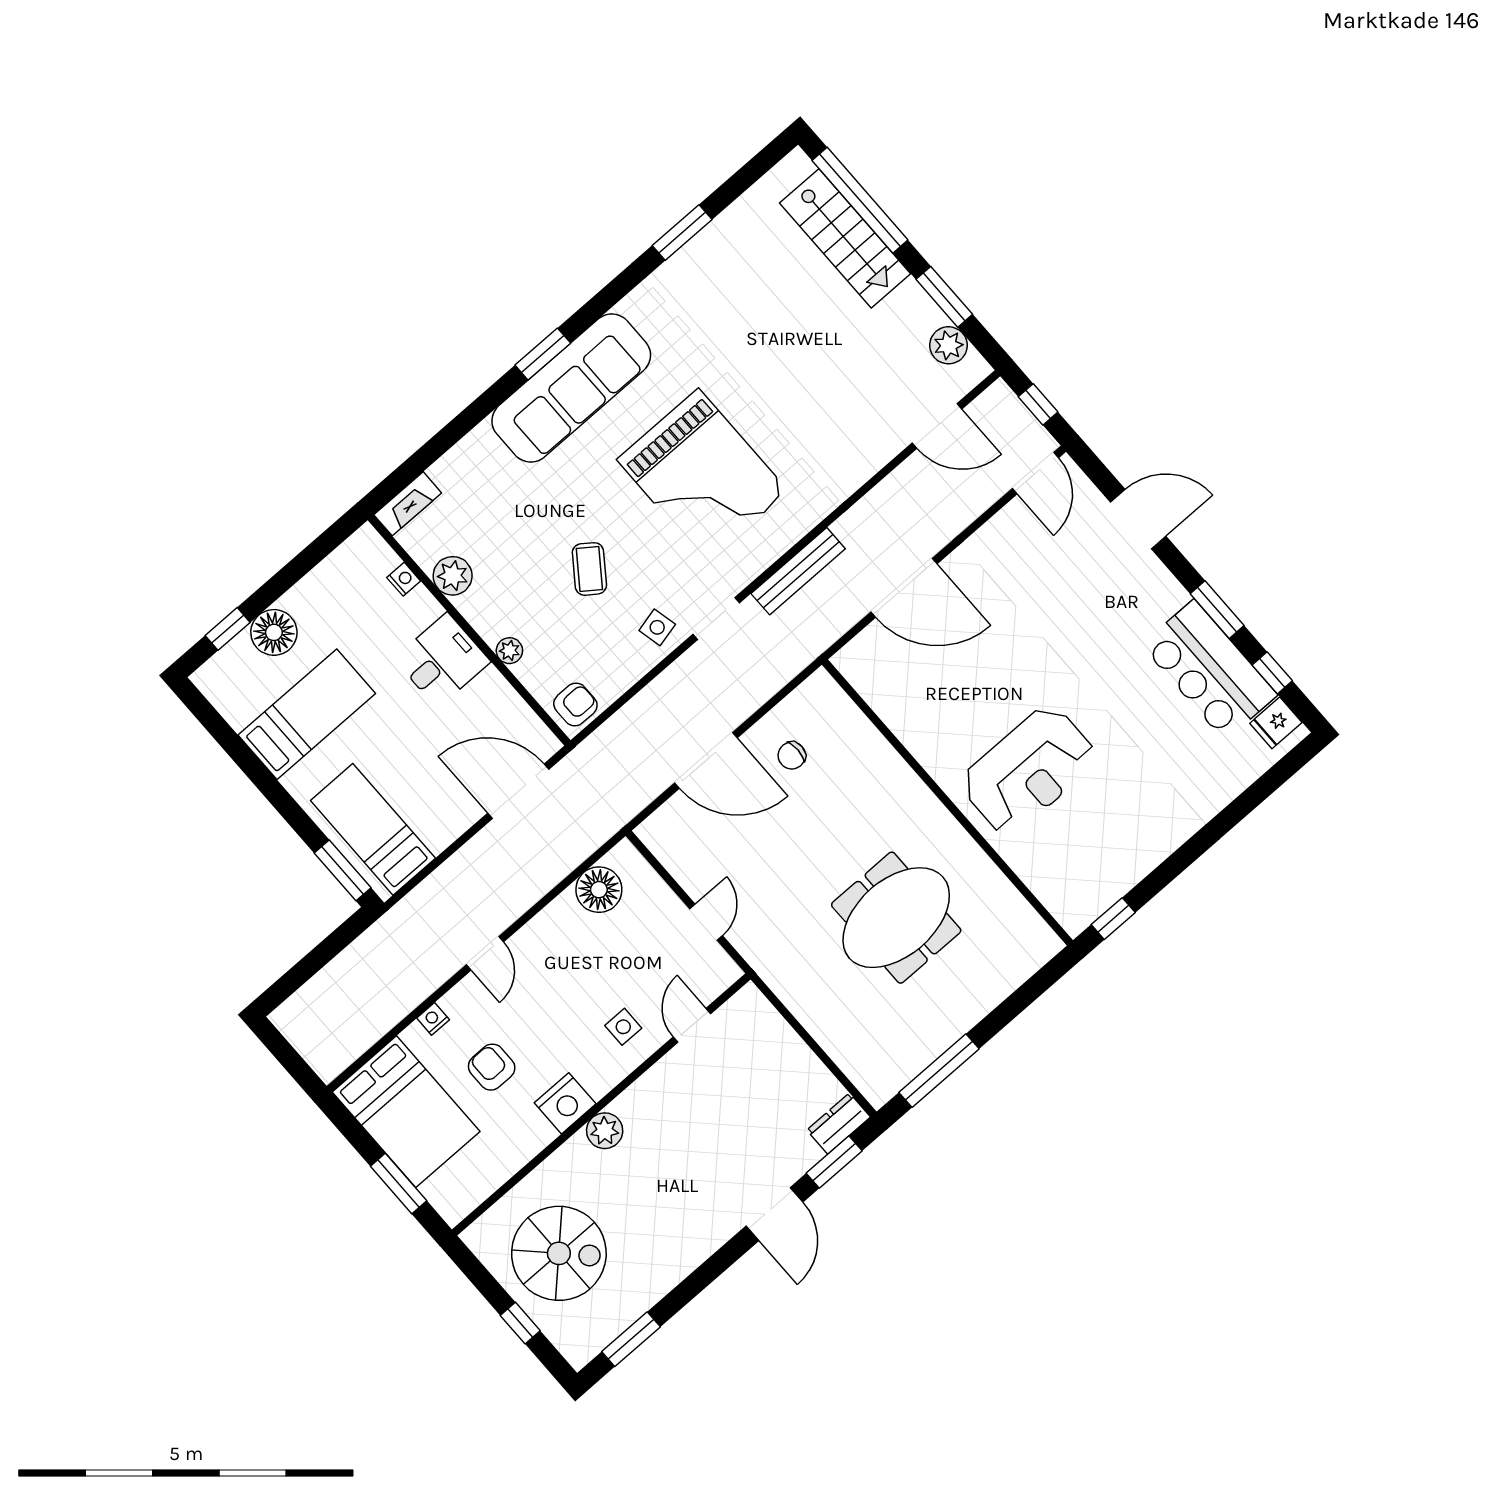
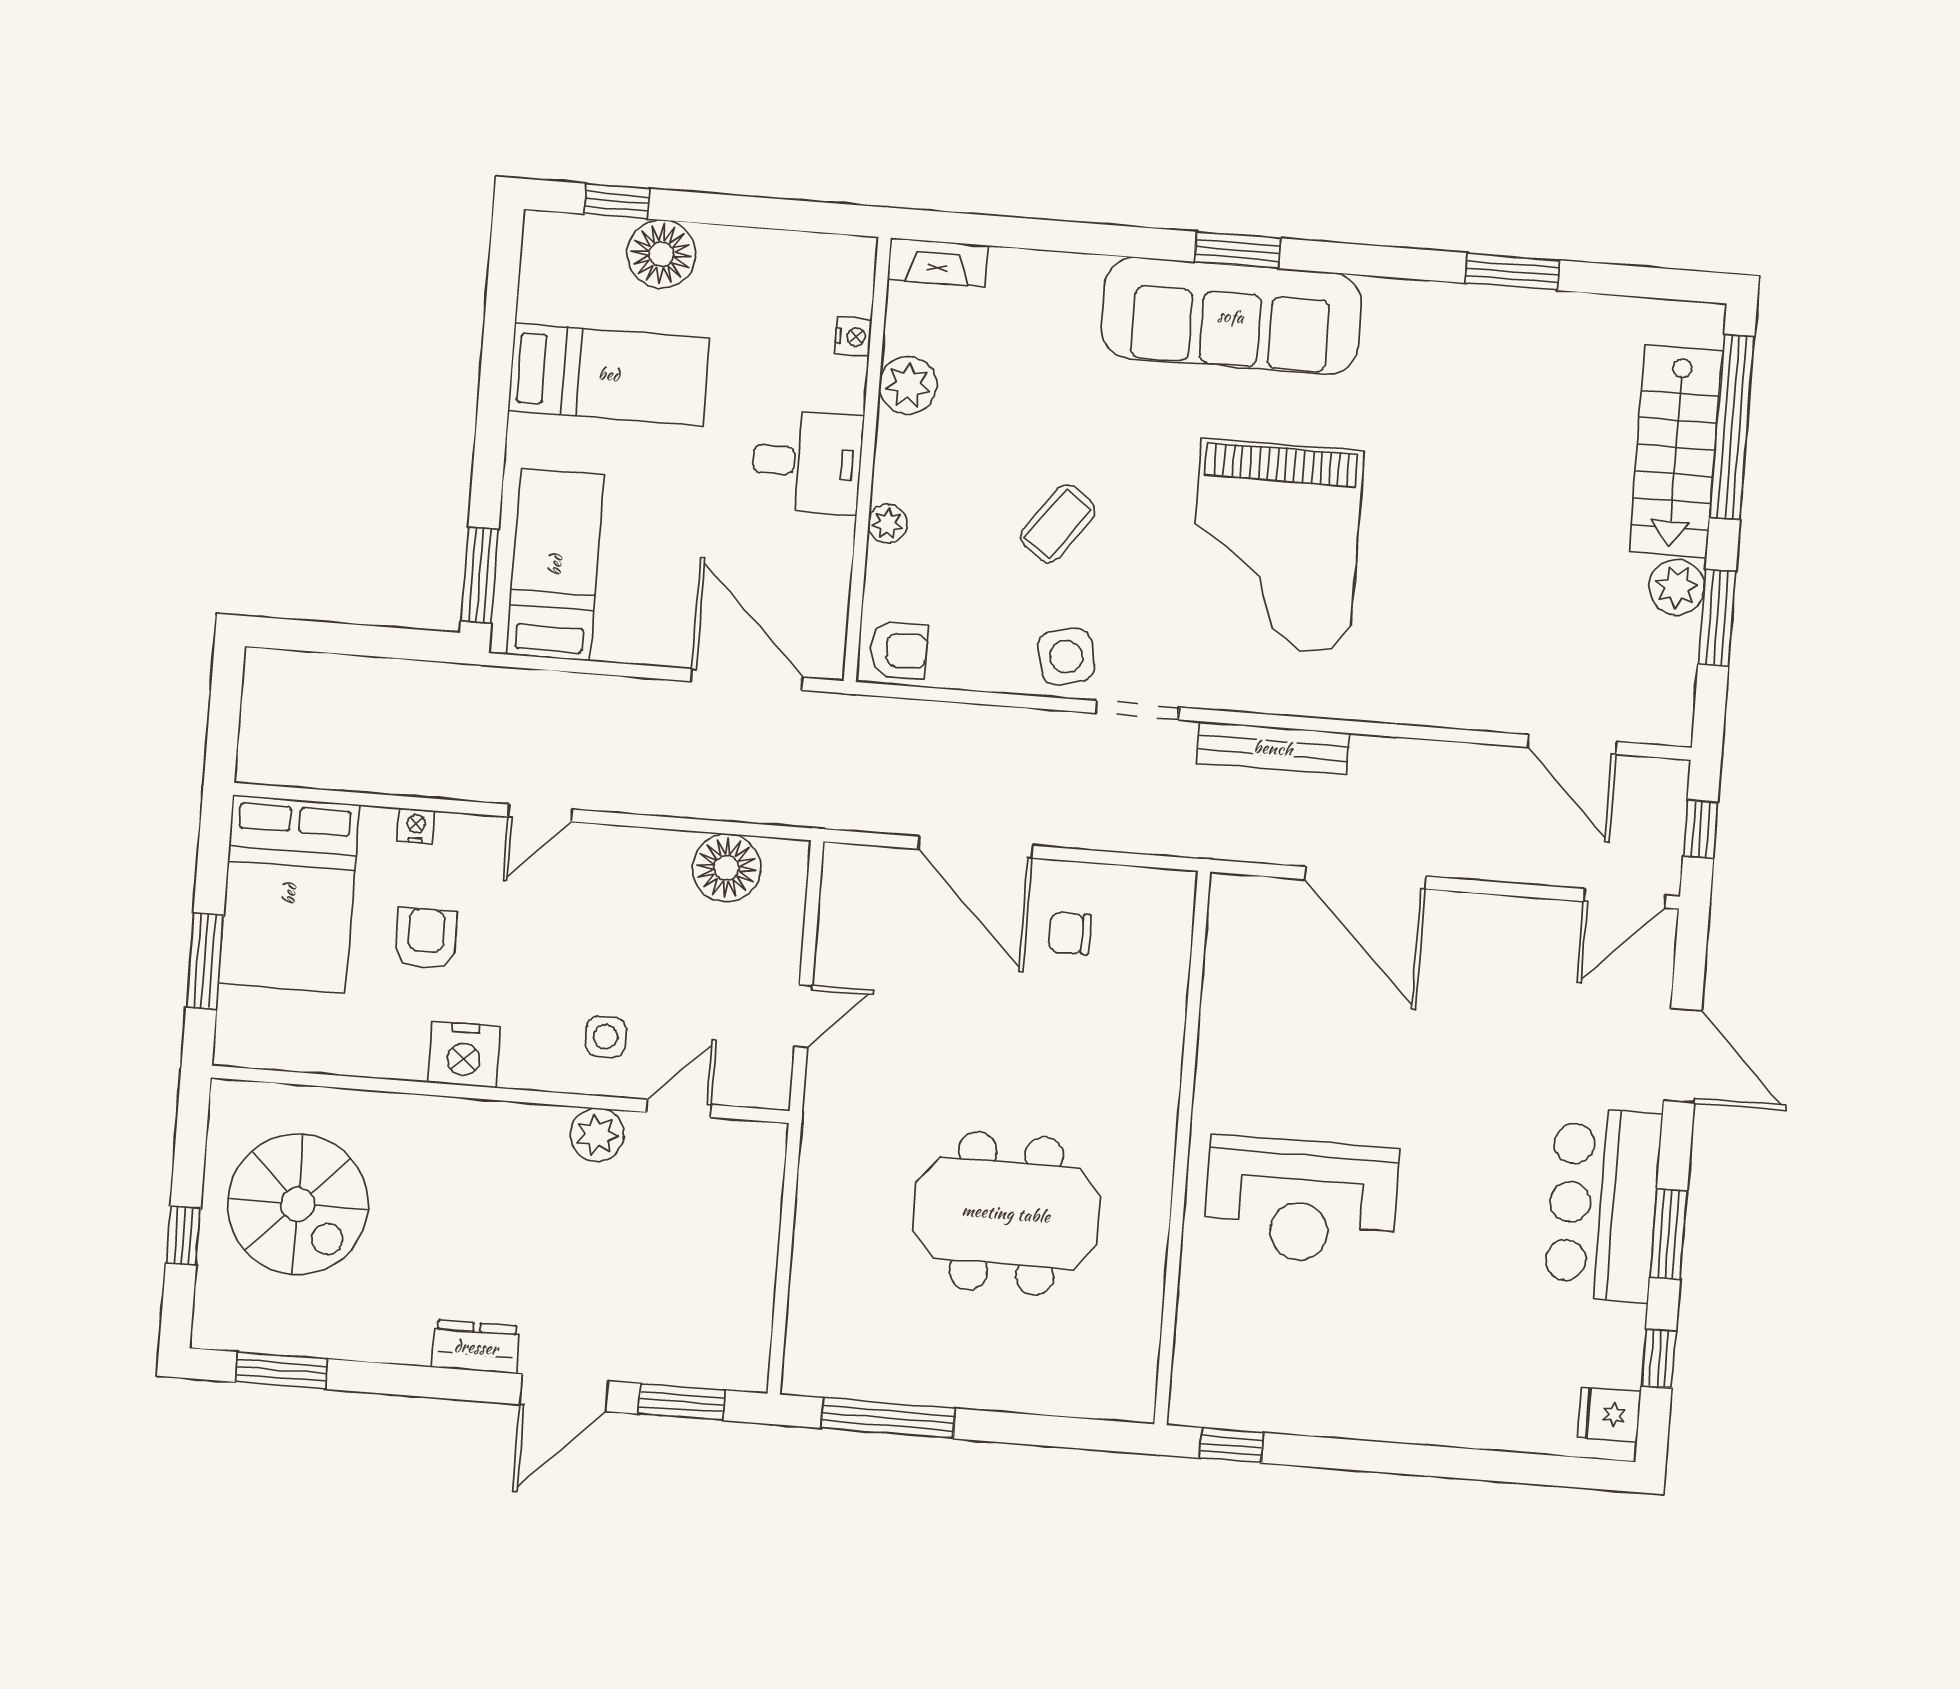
plant: (949, 345) -> (1677, 587), moved
side table: (657, 627) -> (1066, 657), width x1.37, depth x1.37
bar counter: (1209, 670) -> (1603, 1204), moved
dresser: (839, 1124) -> (476, 1347), moved
plant: (605, 1131) -> (597, 1135), moved

